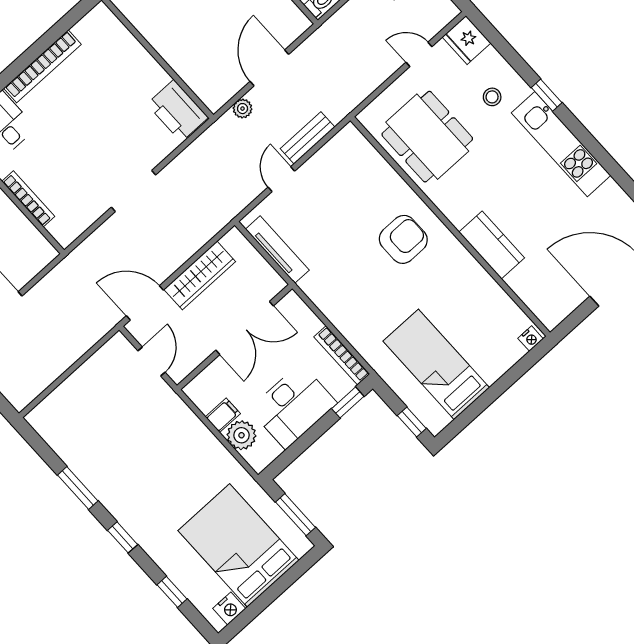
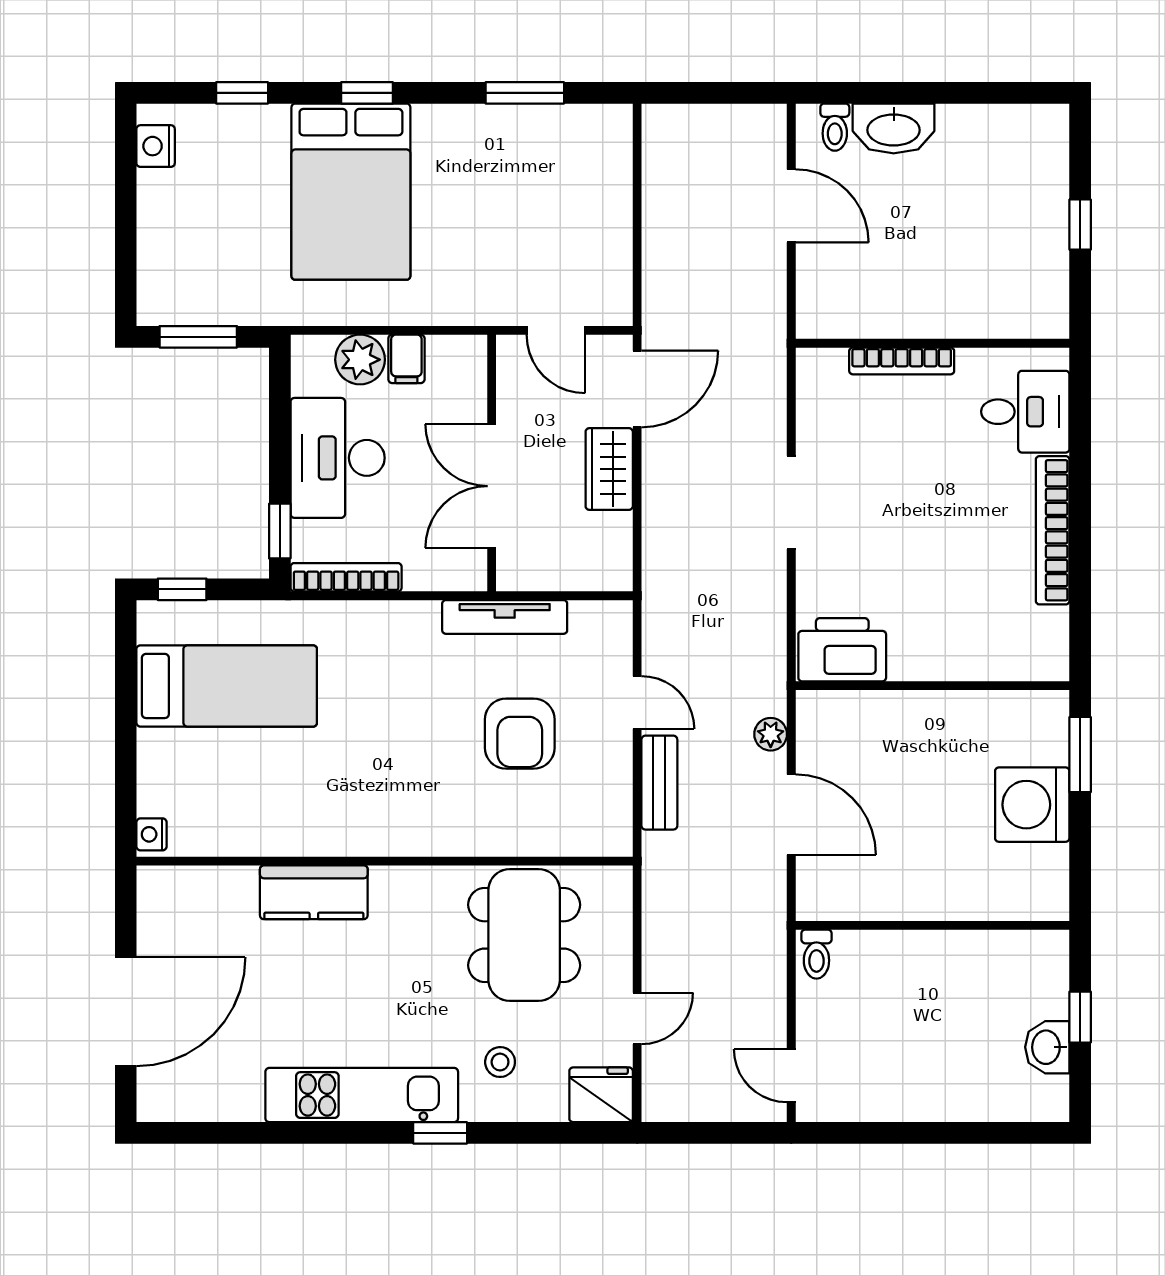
dining table: (427, 137) -> (524, 935), turned 90
armchair: (403, 239) -> (520, 734), moved
tv unit: (277, 250) -> (505, 617), moved
wardrobe: (200, 275) -> (609, 469), width x0.67
window: (78, 488) -> (525, 93), moved
bed: (238, 545) -> (351, 192), moved, turned 90

